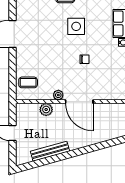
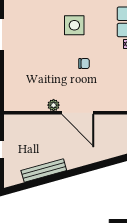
coffee table: (28, 82) -> (18, 90), removed
plant: (46, 110) -> (39, 122), removed

